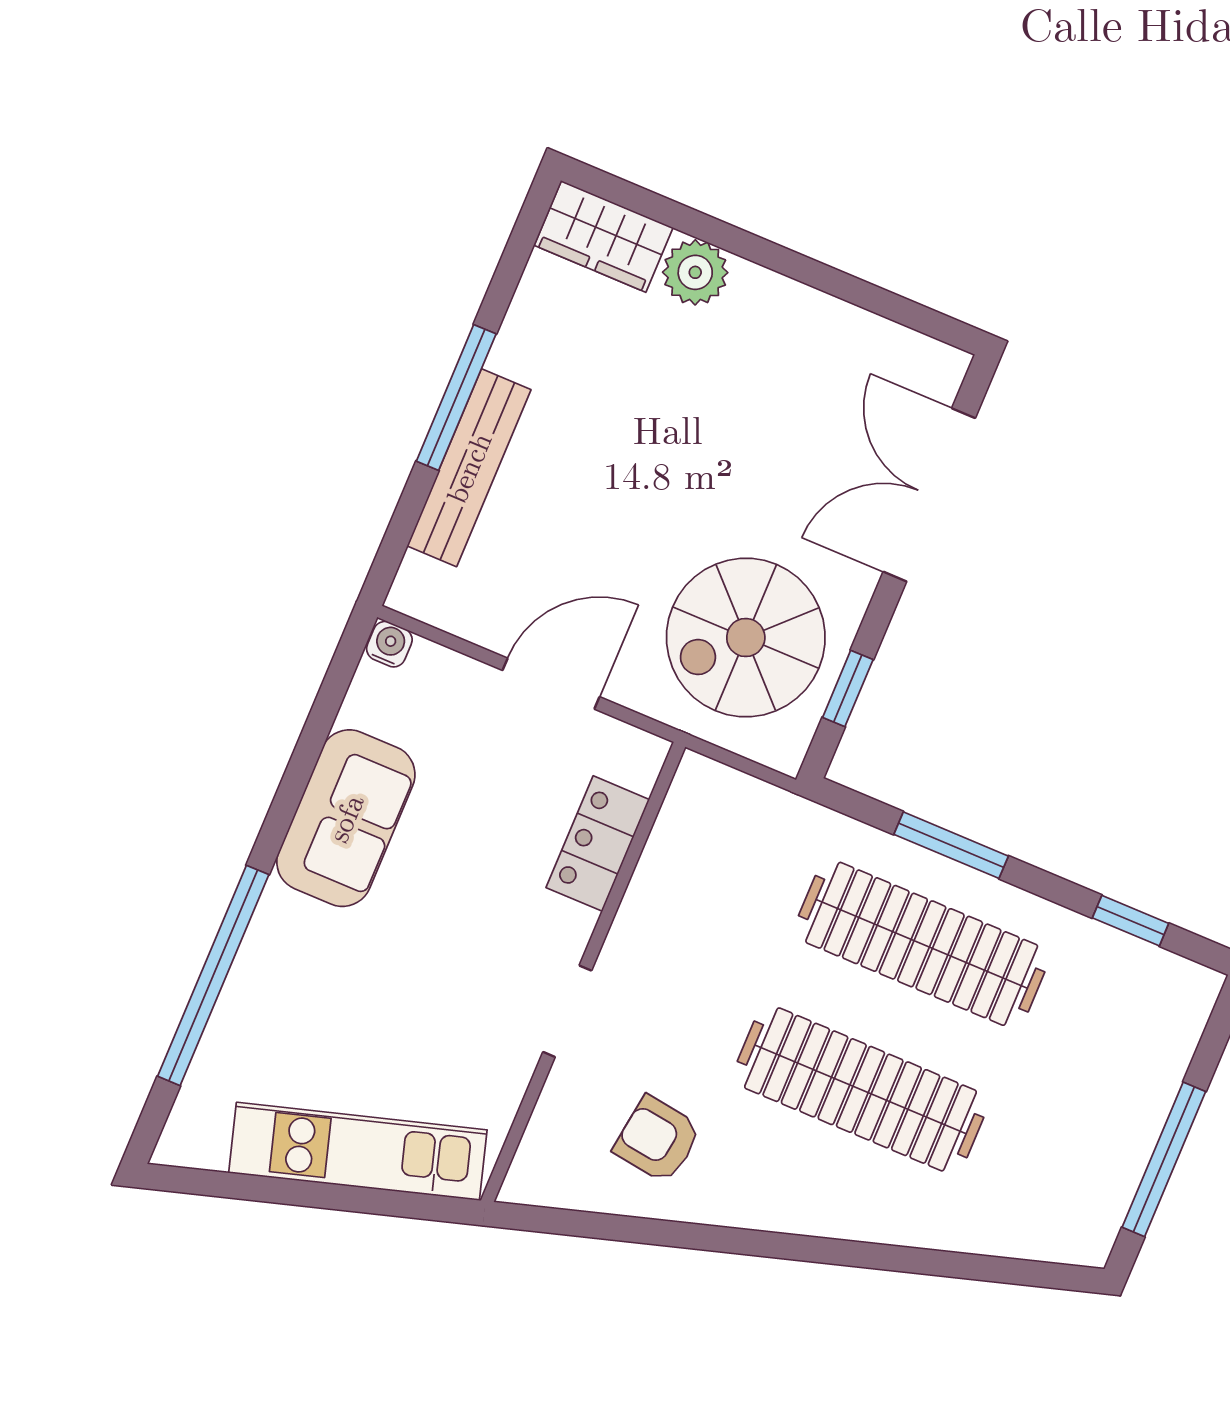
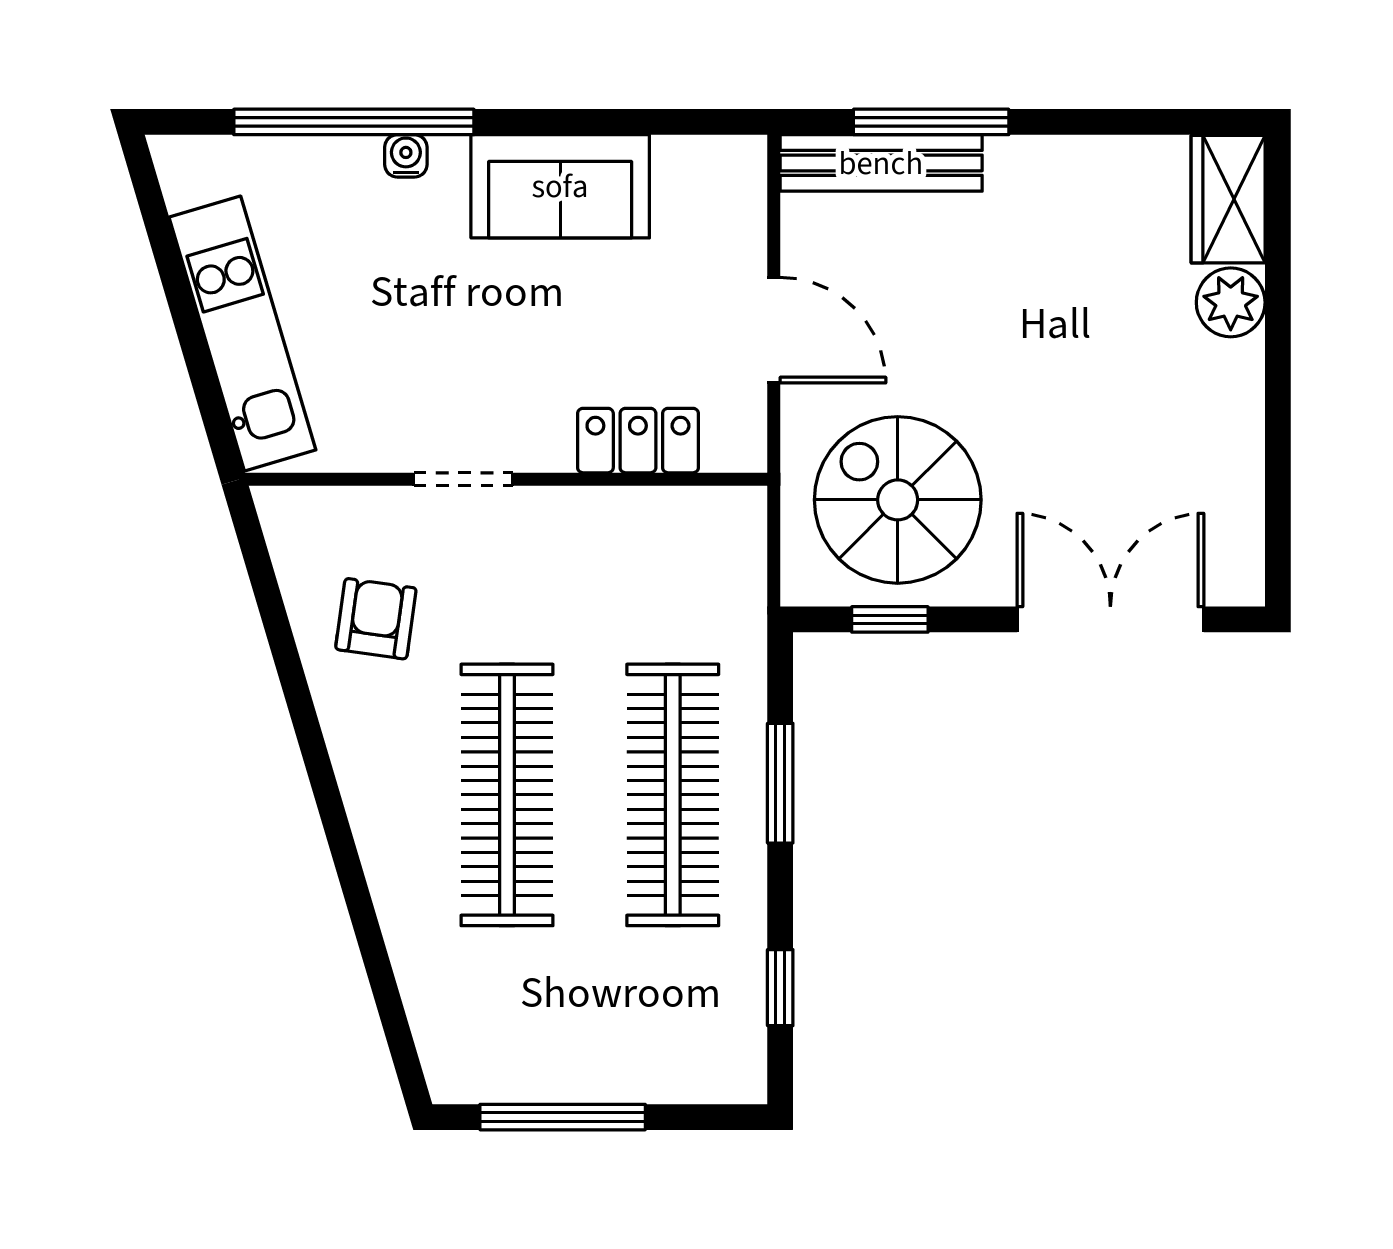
window: (456, 398) -> (931, 122), moved
bench: (469, 468) -> (881, 163), moved
water cooler: (389, 644) -> (406, 156), moved, turned -90

